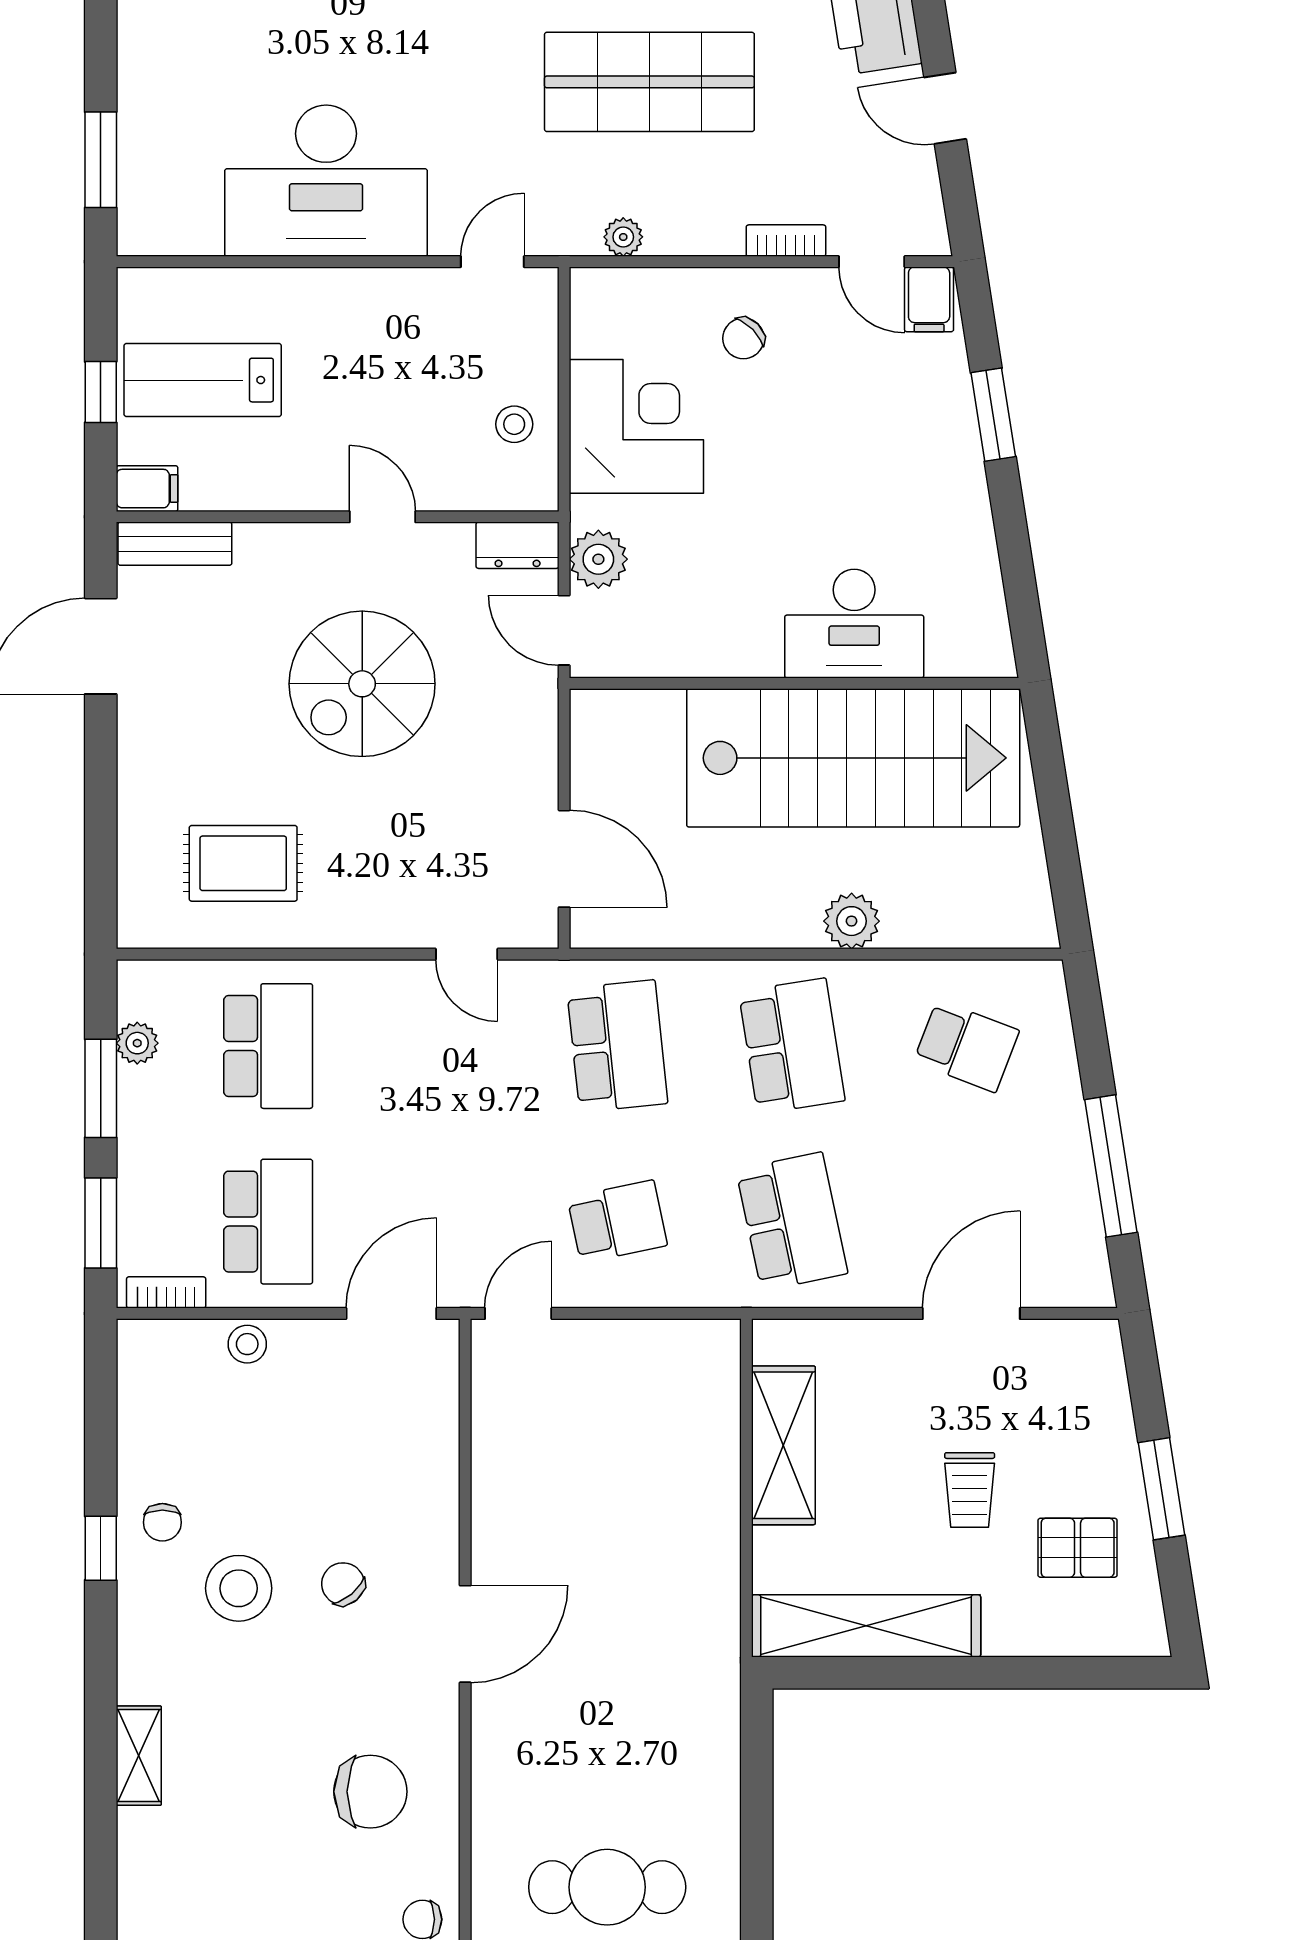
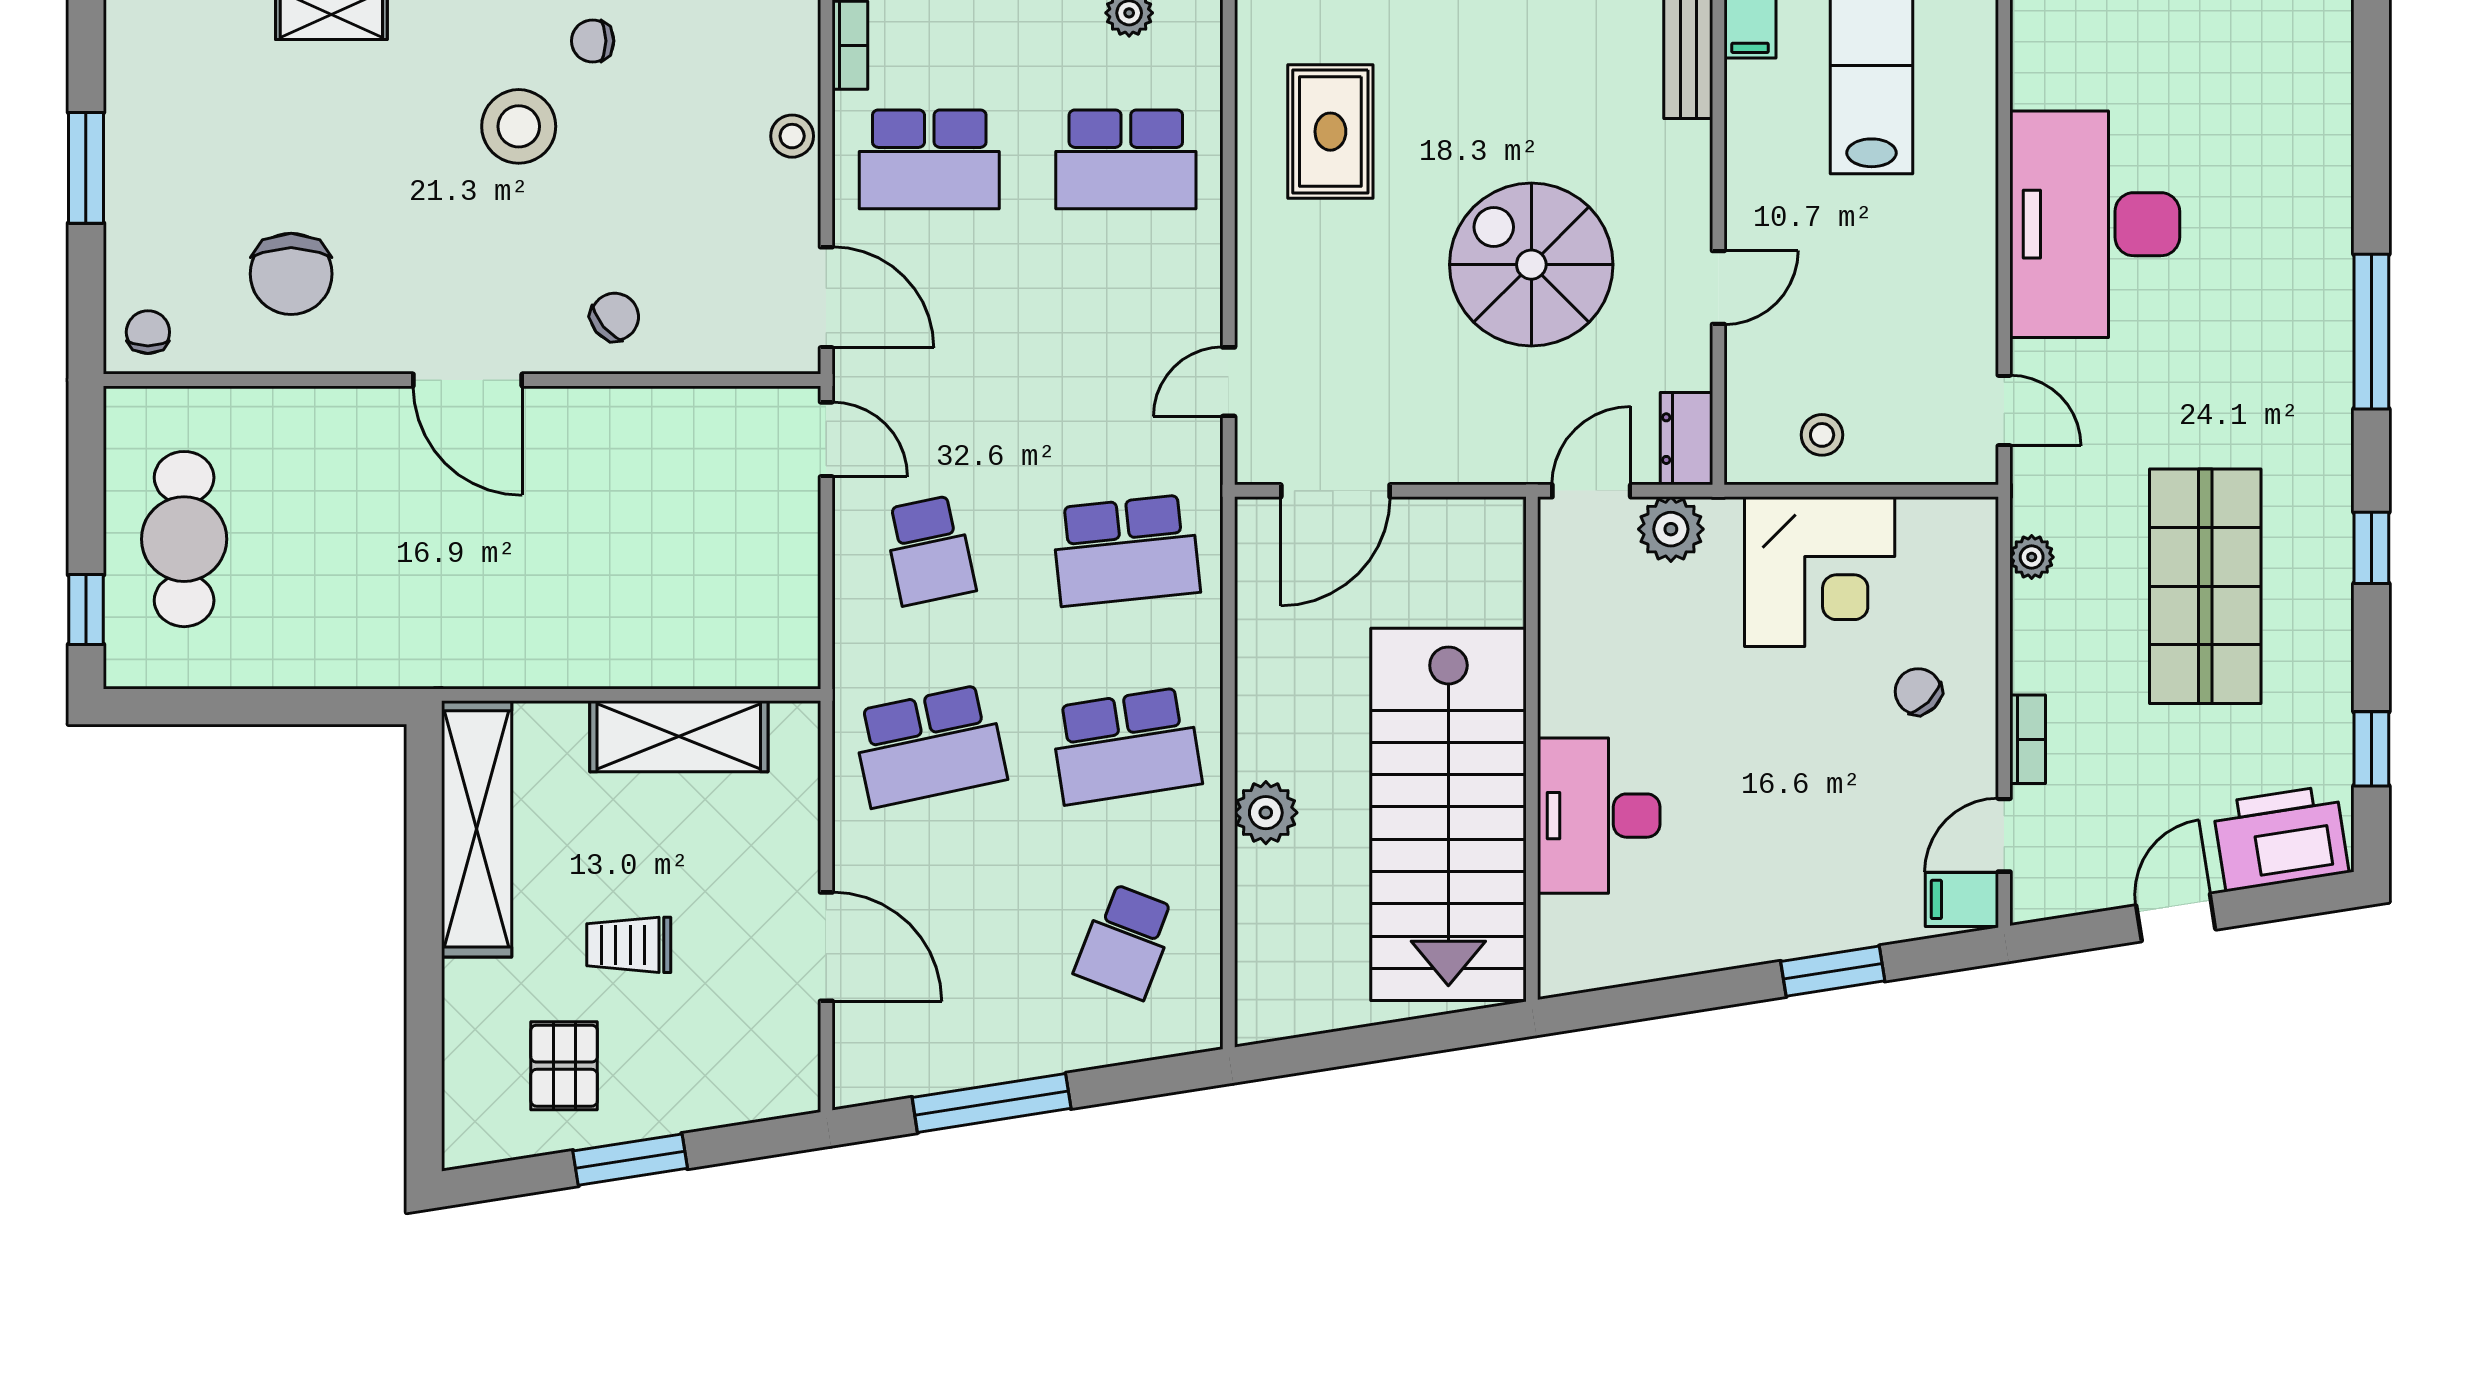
chair: (343, 1584) -> (615, 317), moved

